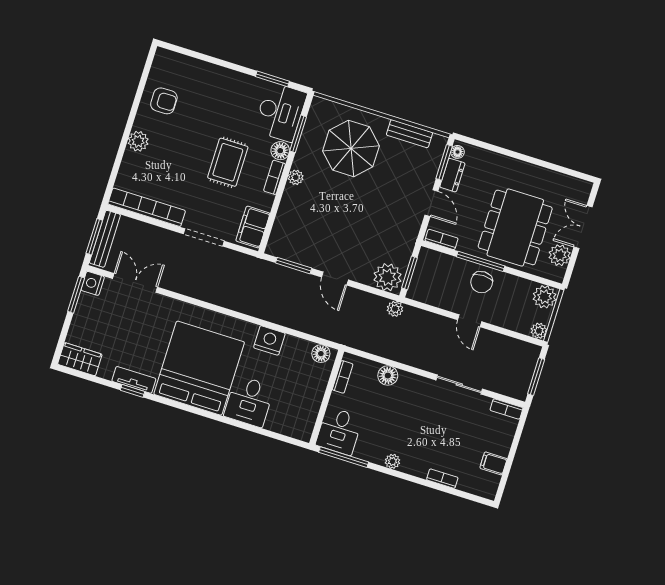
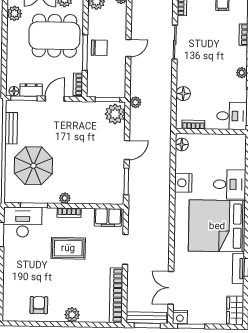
floor lamp: (280, 151) -> (49, 214), removed
plant: (560, 183) -> (14, 13), added

